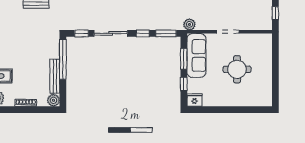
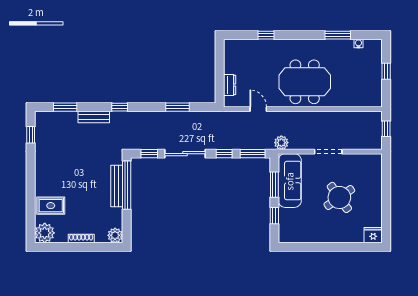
round table: (237, 69) -> (339, 197), turned -35
bench: (55, 76) -> (117, 186), moved
fridge: (195, 100) -> (373, 235), moved

